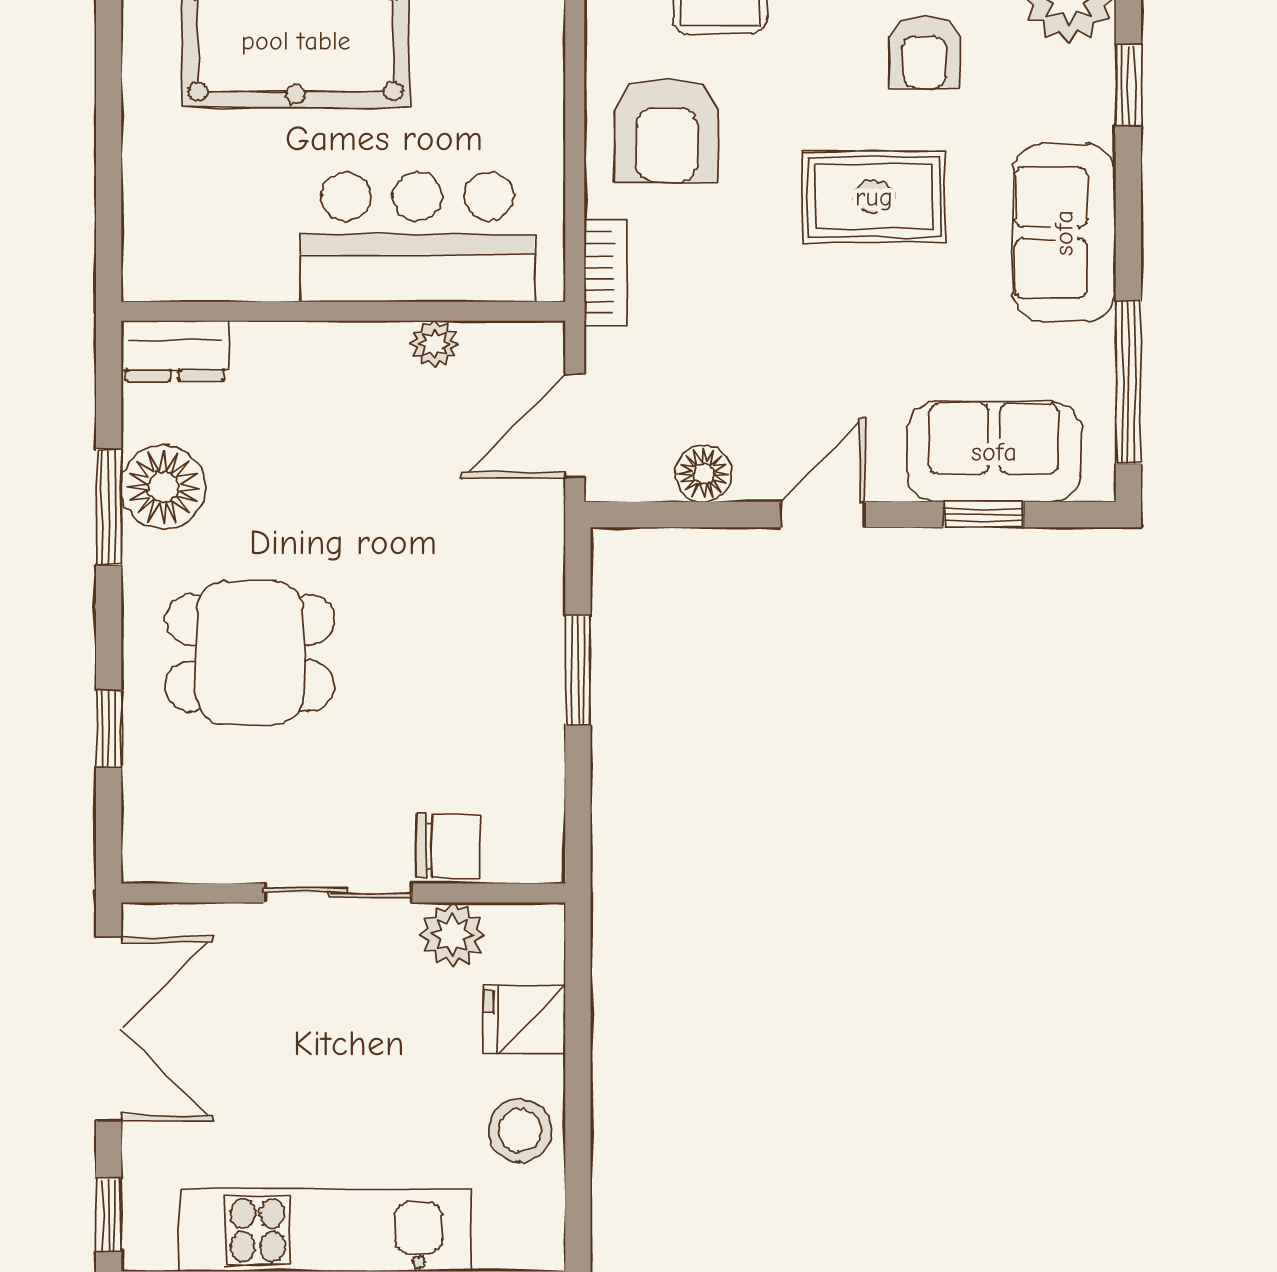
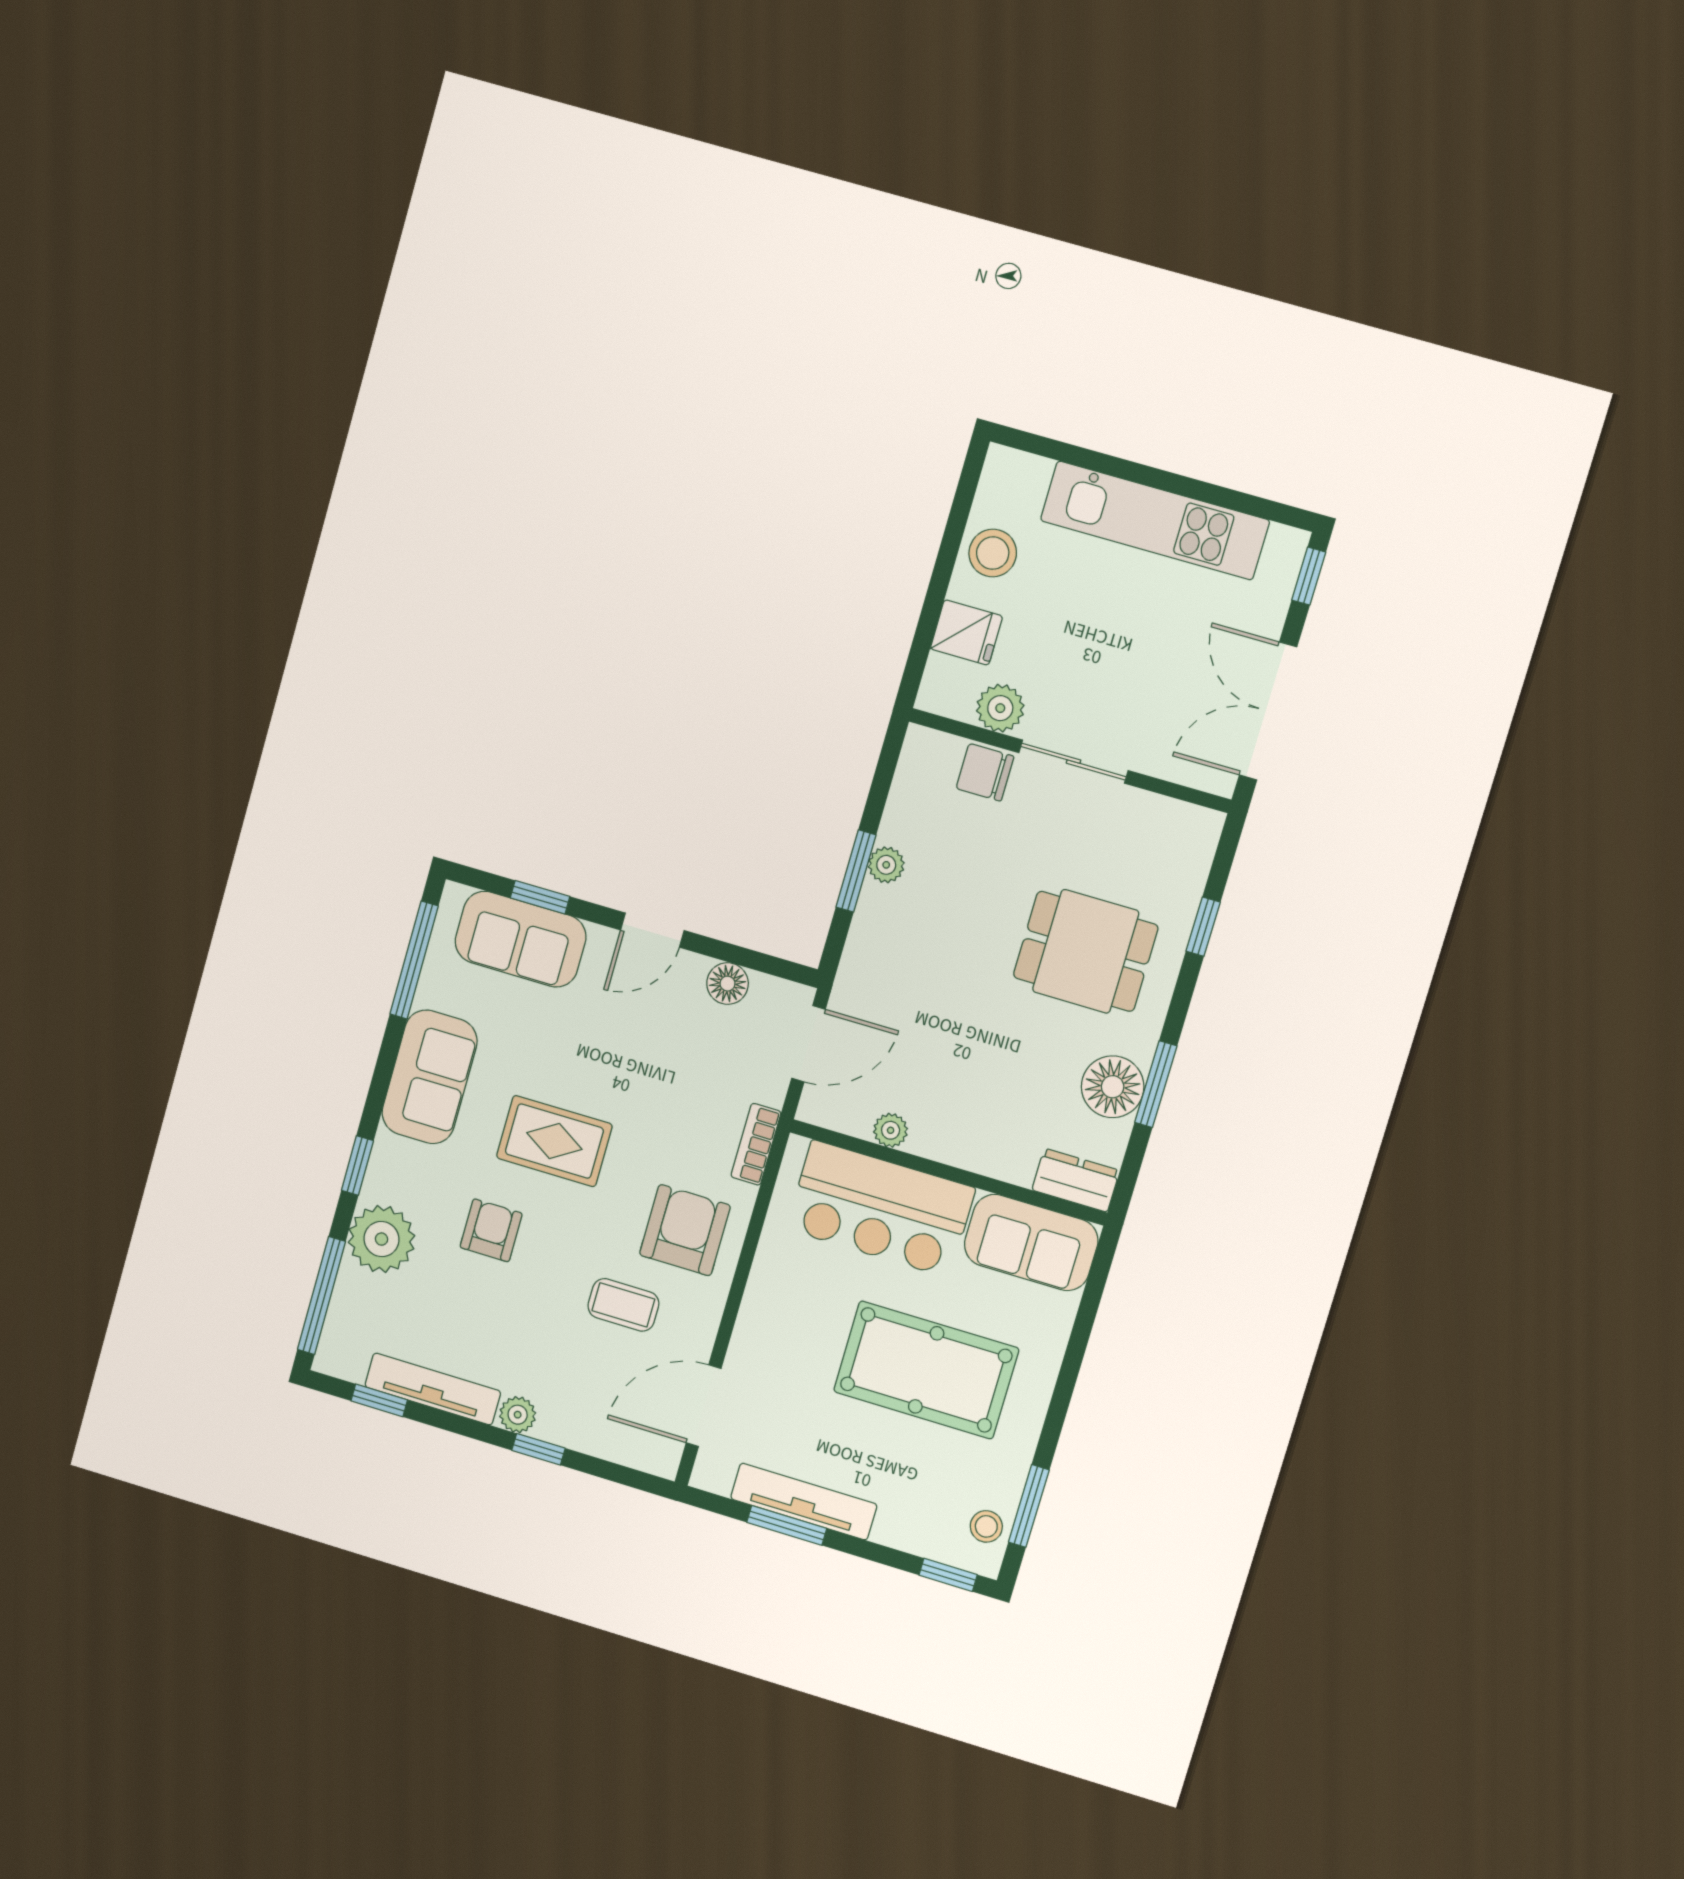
sofa: (208, 251) -> (1031, 1242), added
plant: (541, 689) -> (886, 865), added

